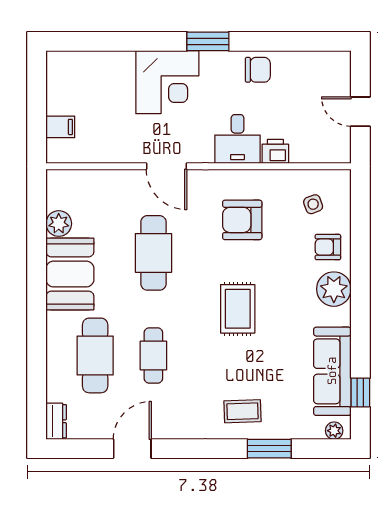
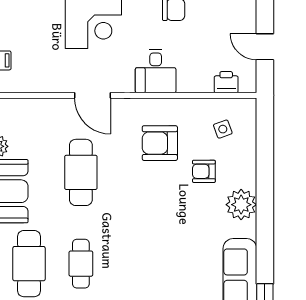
printer: (275, 151) -> (226, 82), moved
armchair: (328, 247) -> (204, 171), moved
rug: (238, 309) -> (156, 222), removed

